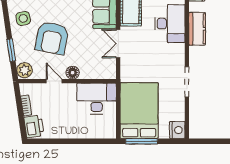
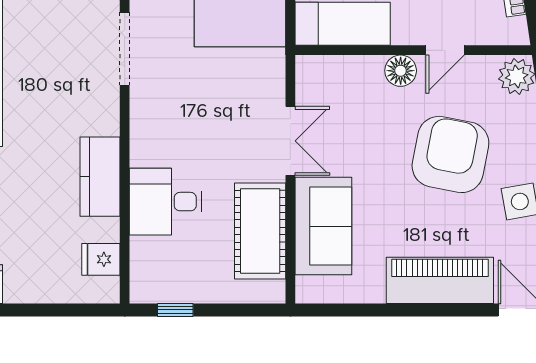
desk: (170, 24) -> (166, 202), width x0.73
door: (54, 81) -> (445, 50), hinge flipped

